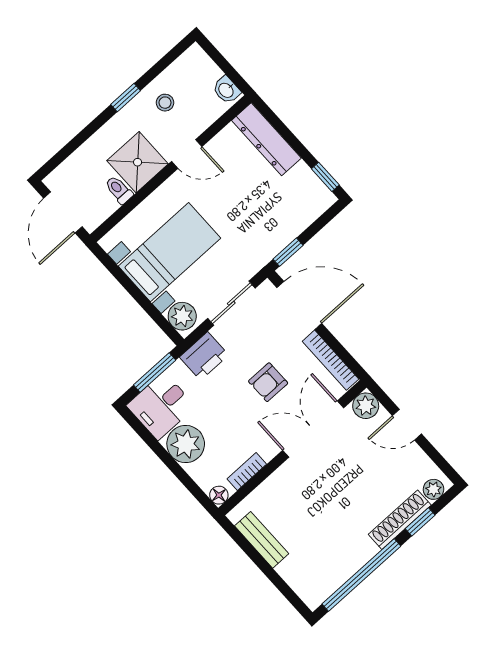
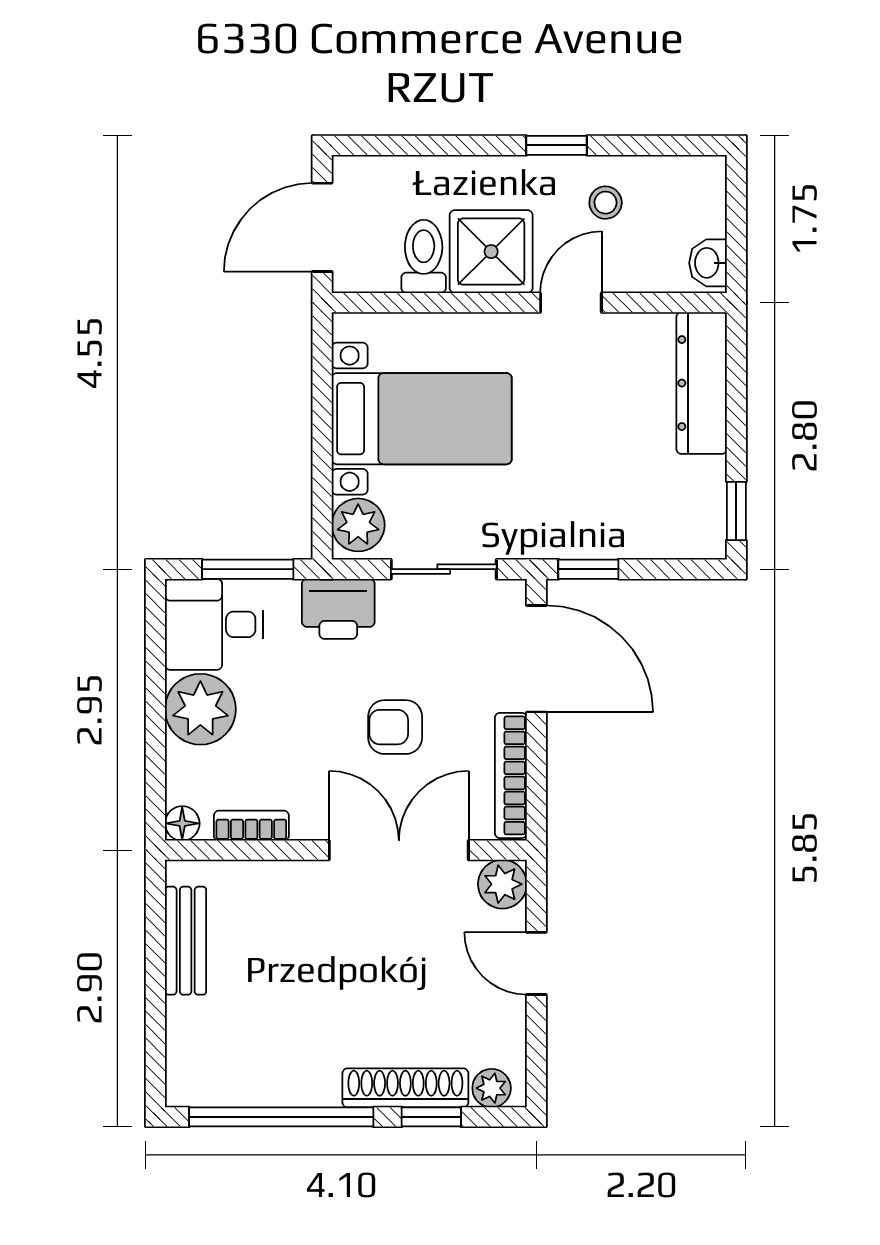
door: (187, 154) -> (571, 303), swing flipped
toilet: (119, 190) -> (424, 256), width x1.37, depth x1.39

